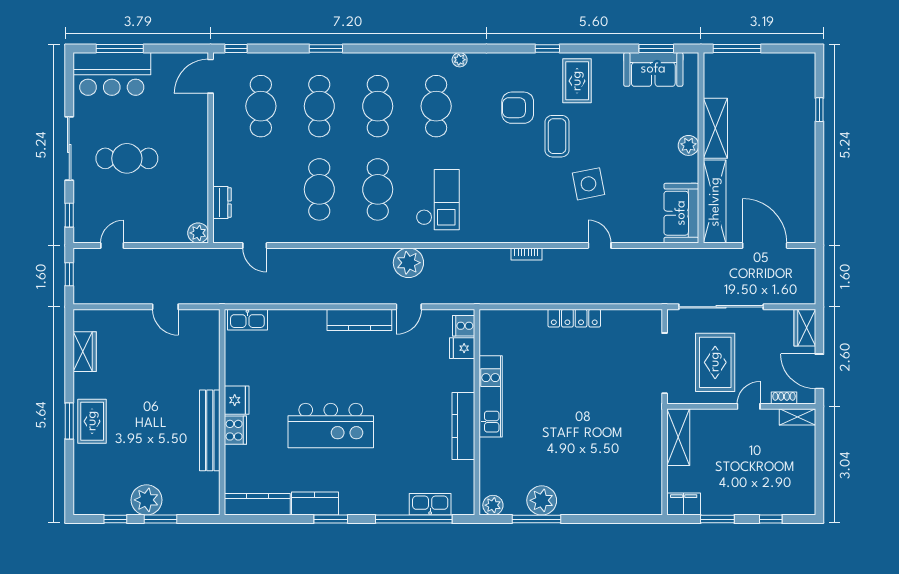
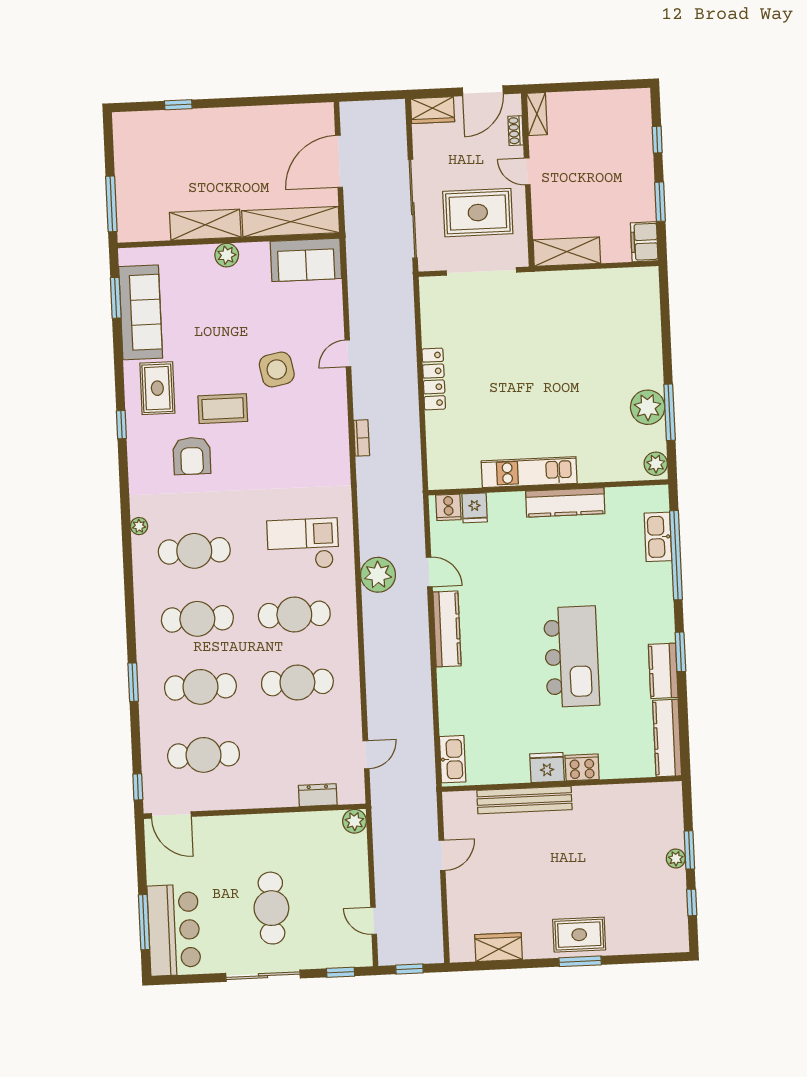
sofa: (653, 69) -> (141, 312), width x1.36
rug: (577, 81) -> (157, 388), turned 90
bench: (210, 430) -> (524, 800), moved
plant: (146, 500) -> (676, 859), width x0.53, depth x0.53

